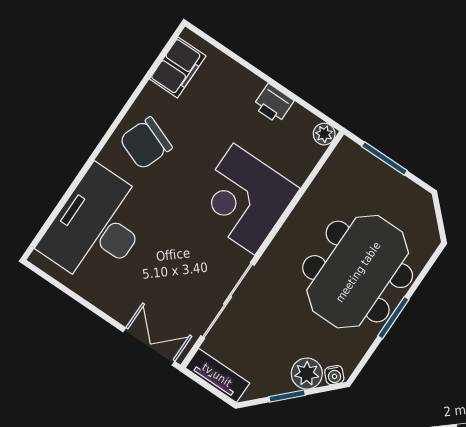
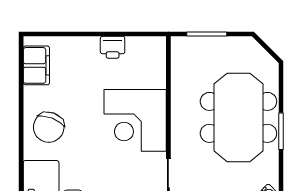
plant: (324, 134) -> (158, 45), removed

